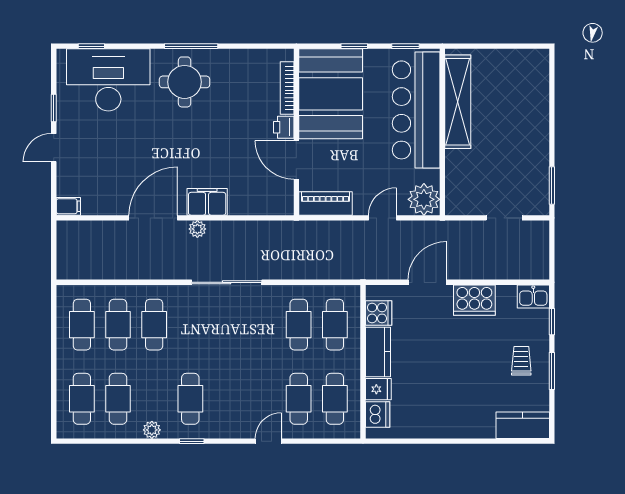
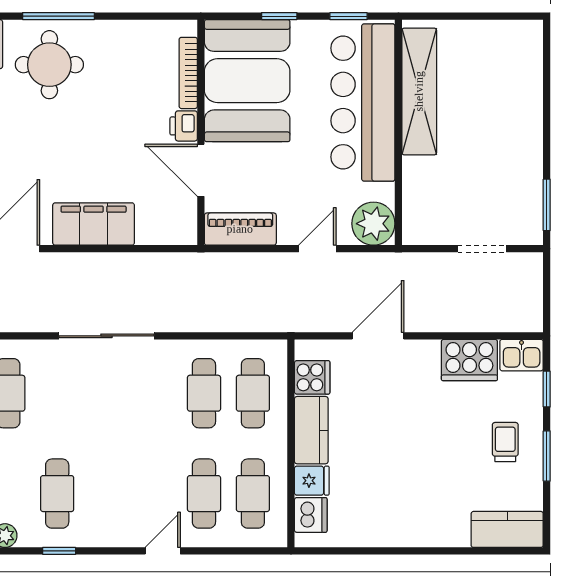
filing cabinet: (207, 202) -> (94, 224), width x1.50, depth x1.17
plant: (197, 229) -> (67, 264), removed
cooker: (474, 300) -> (469, 360), moved

